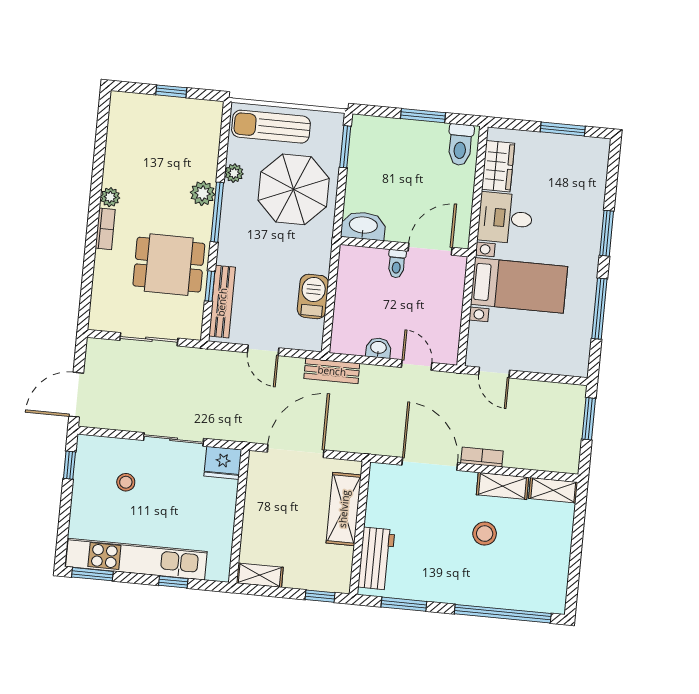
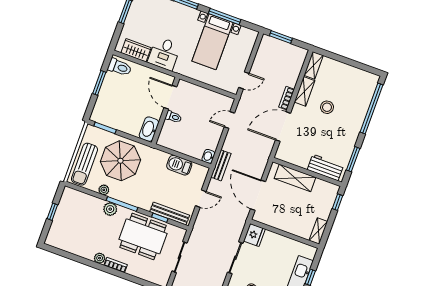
dining table: (169, 265) -> (143, 236), width x1.37
bed with nightstands: (519, 285) -> (212, 42), moved, turned 180
washbasin: (378, 348) -> (208, 156), moved

